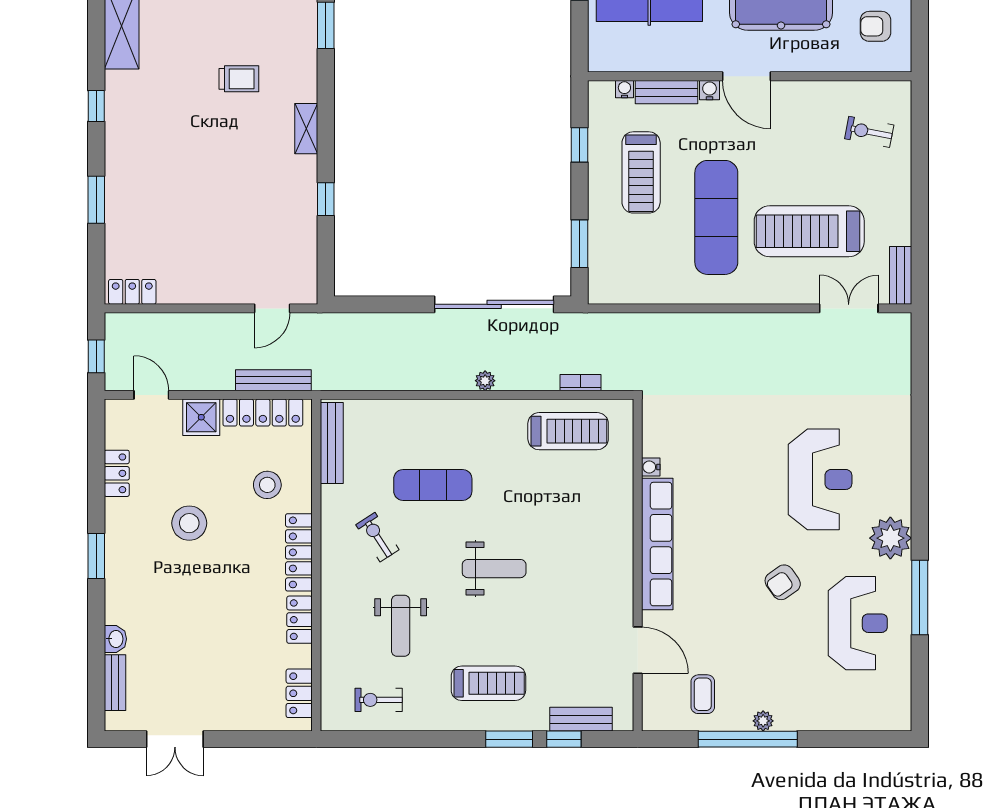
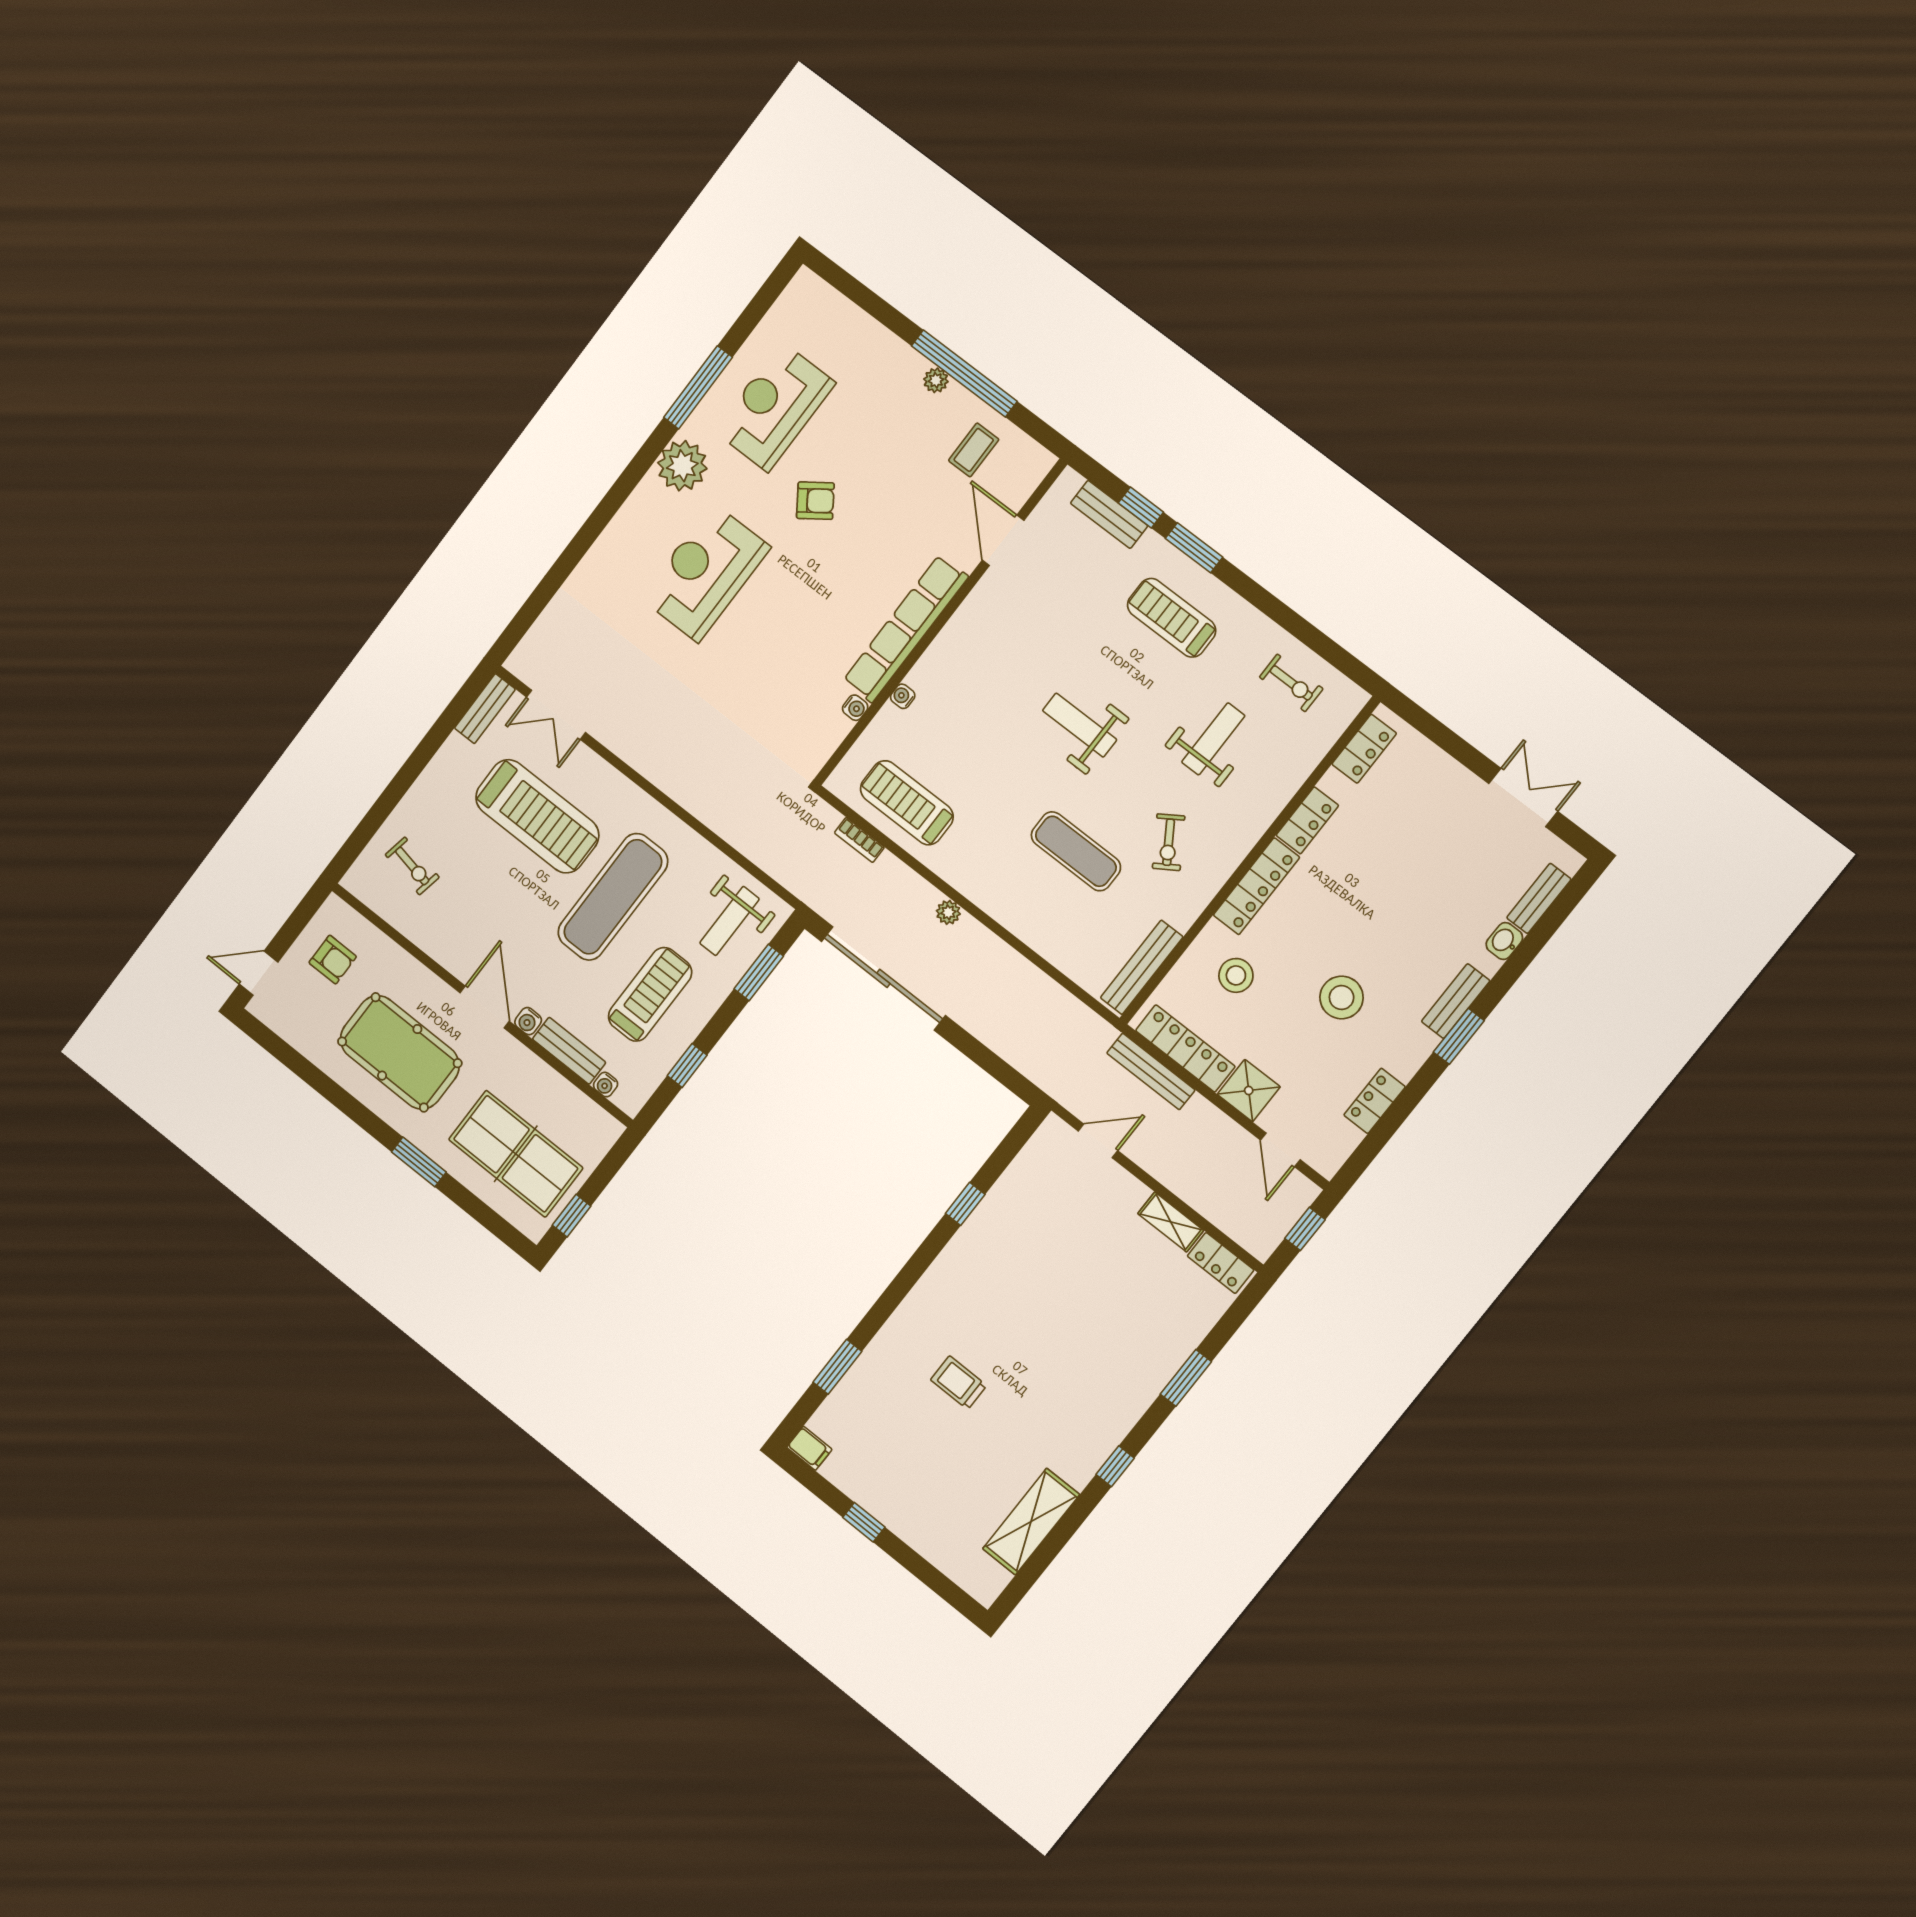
shelving: (306, 129) -> (1171, 1222), moved, turned 90
weight bench: (626, 262) -> (729, 921), added
water cooler: (625, 499) -> (903, 696), added
bench: (116, 577) -> (1456, 1001), added

